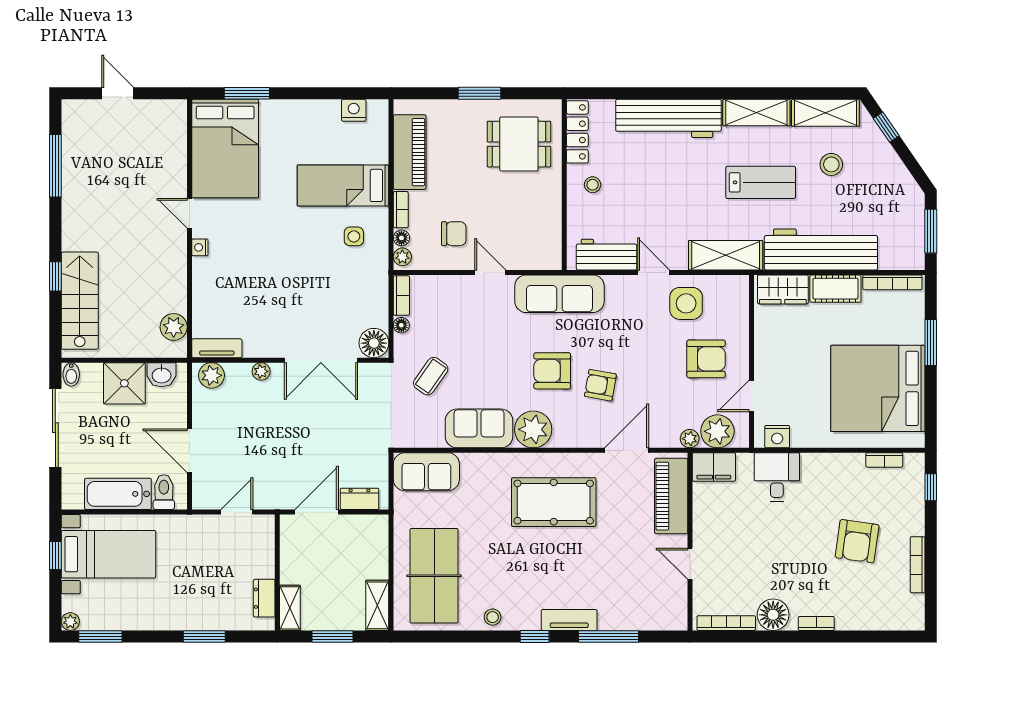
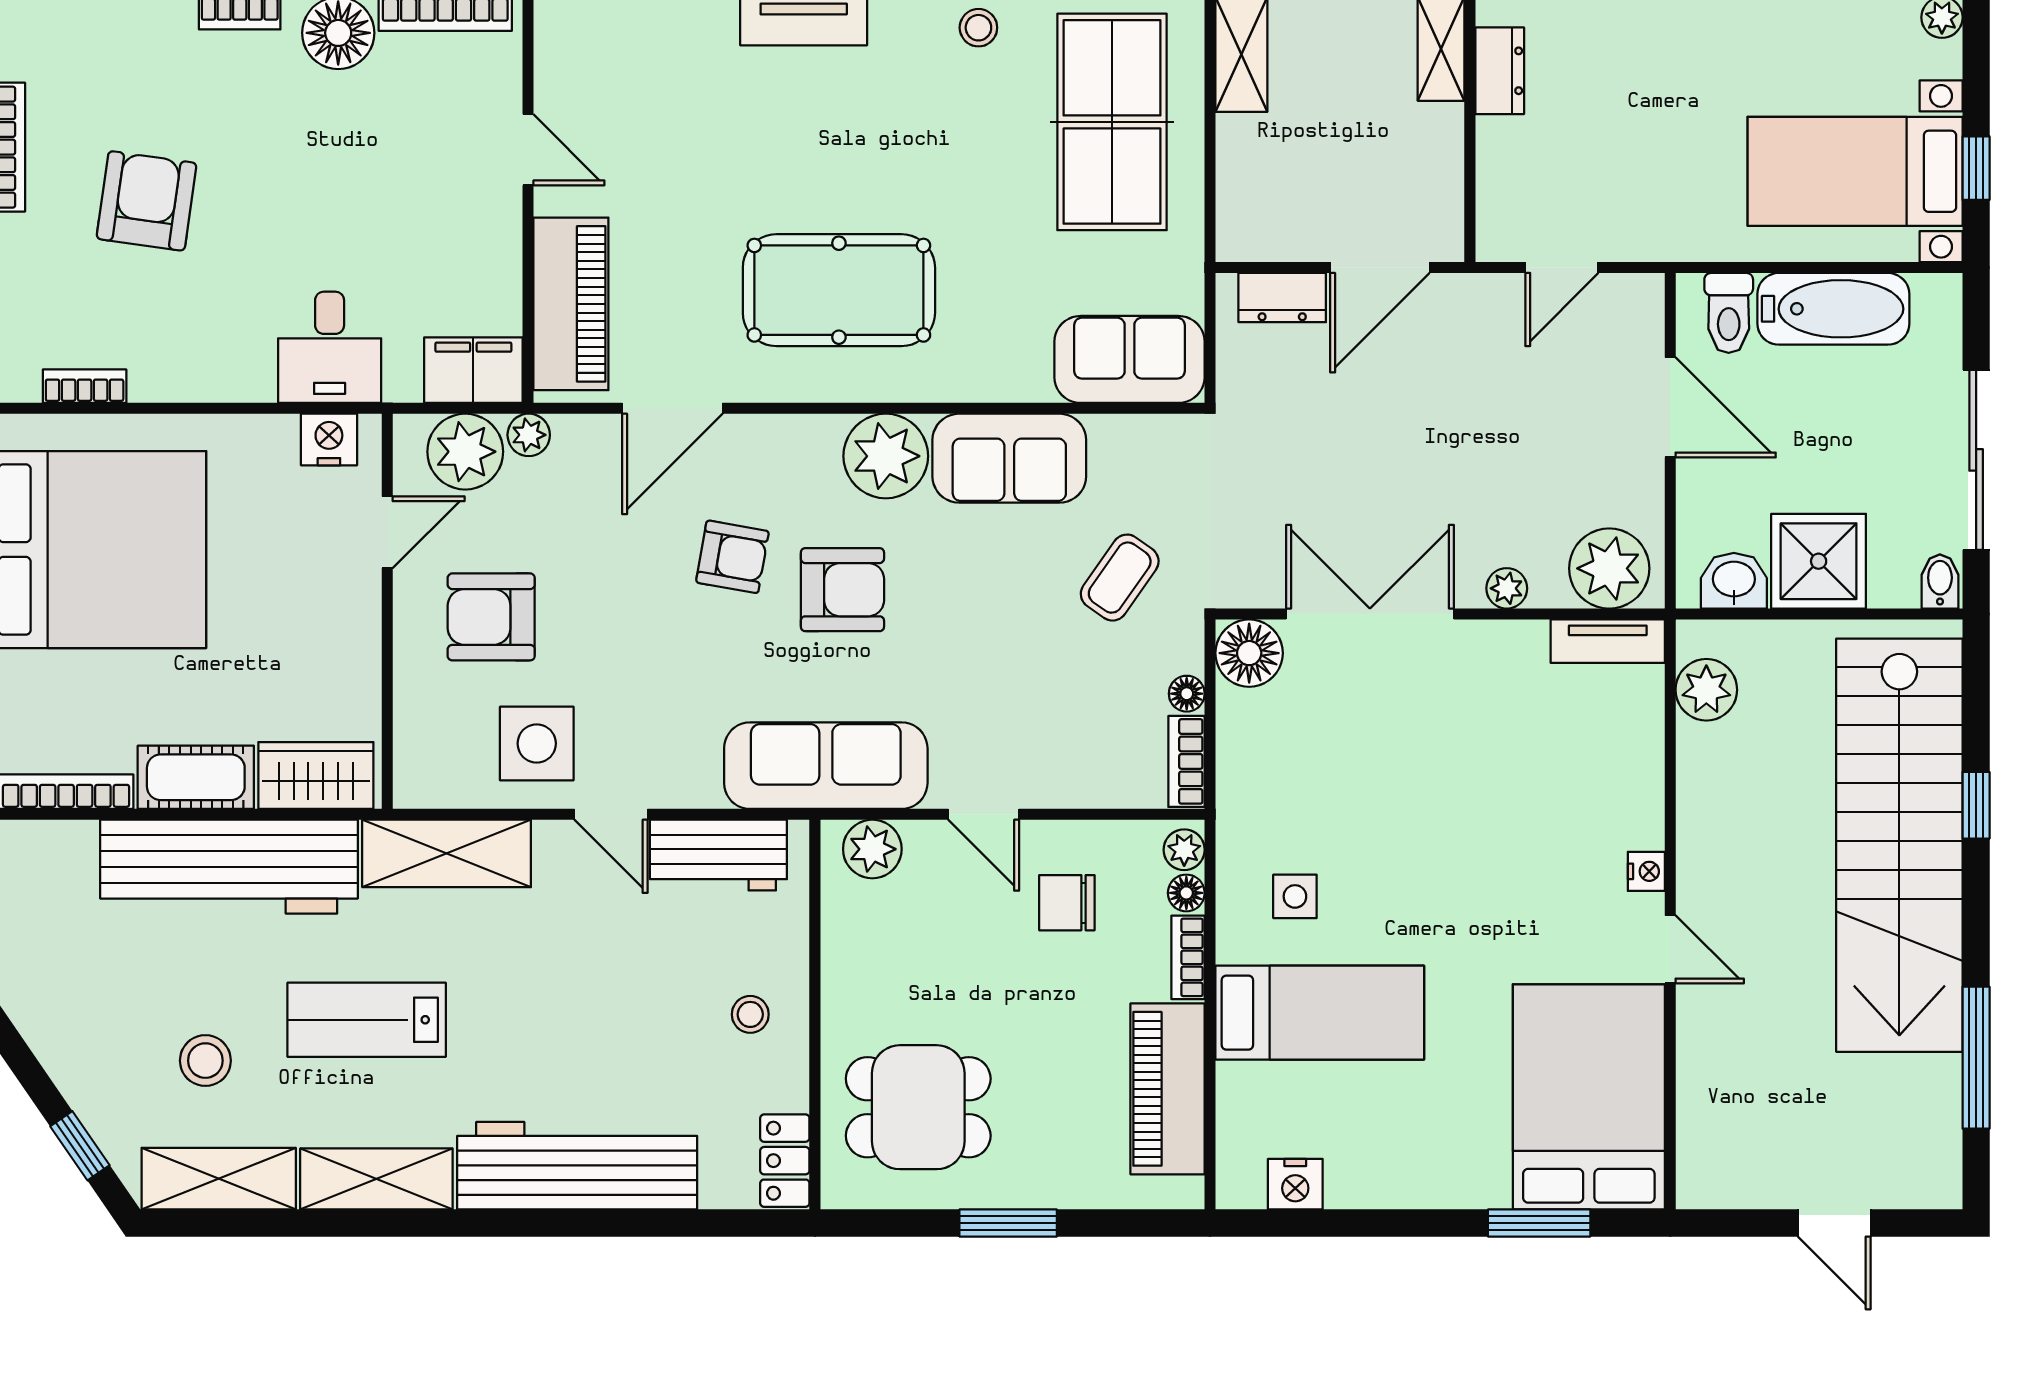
locker: (577, 132) -> (785, 1161), width x0.66
plant: (539, 257) -> (872, 849), added
stairs: (80, 301) -> (1899, 845), width x1.86, depth x1.51
plant: (211, 375) -> (1609, 568), width x1.36, depth x1.36

